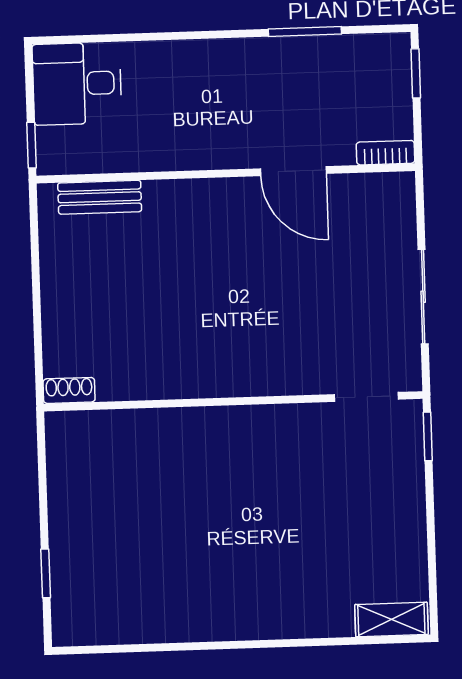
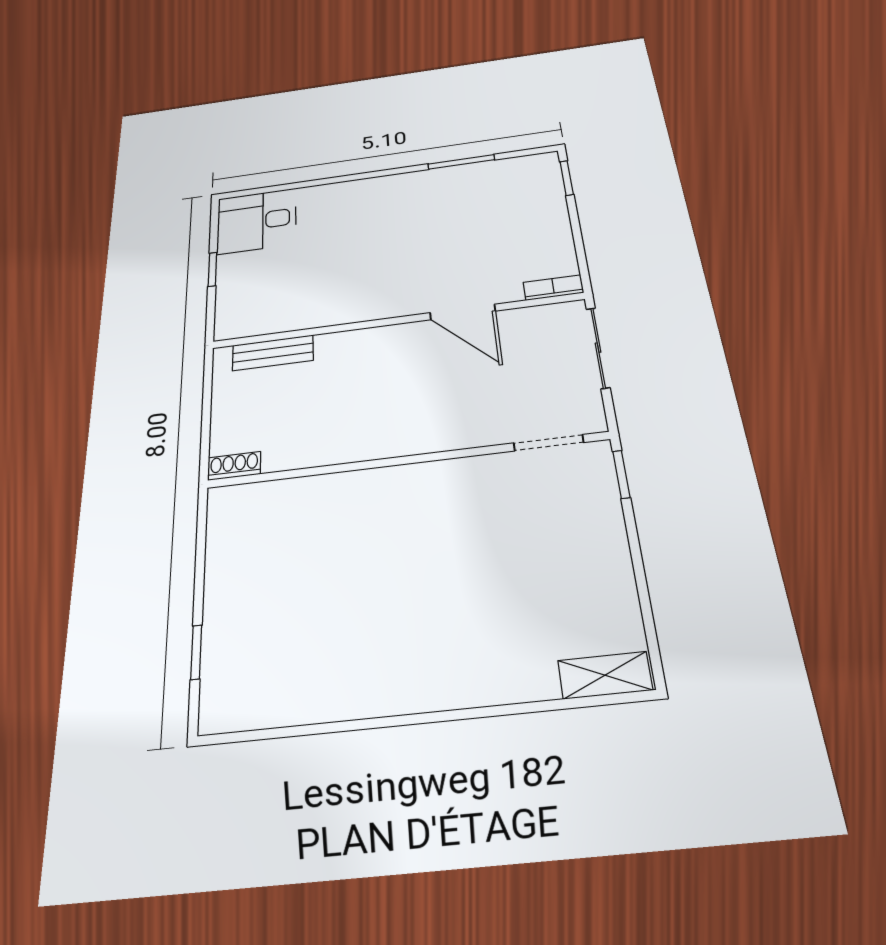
bookcase: (386, 153) -> (553, 288), moved
door: (293, 171) -> (463, 312), moved
wall: (226, 173) -> (396, 321), moved
bench: (100, 197) -> (273, 353), moved

